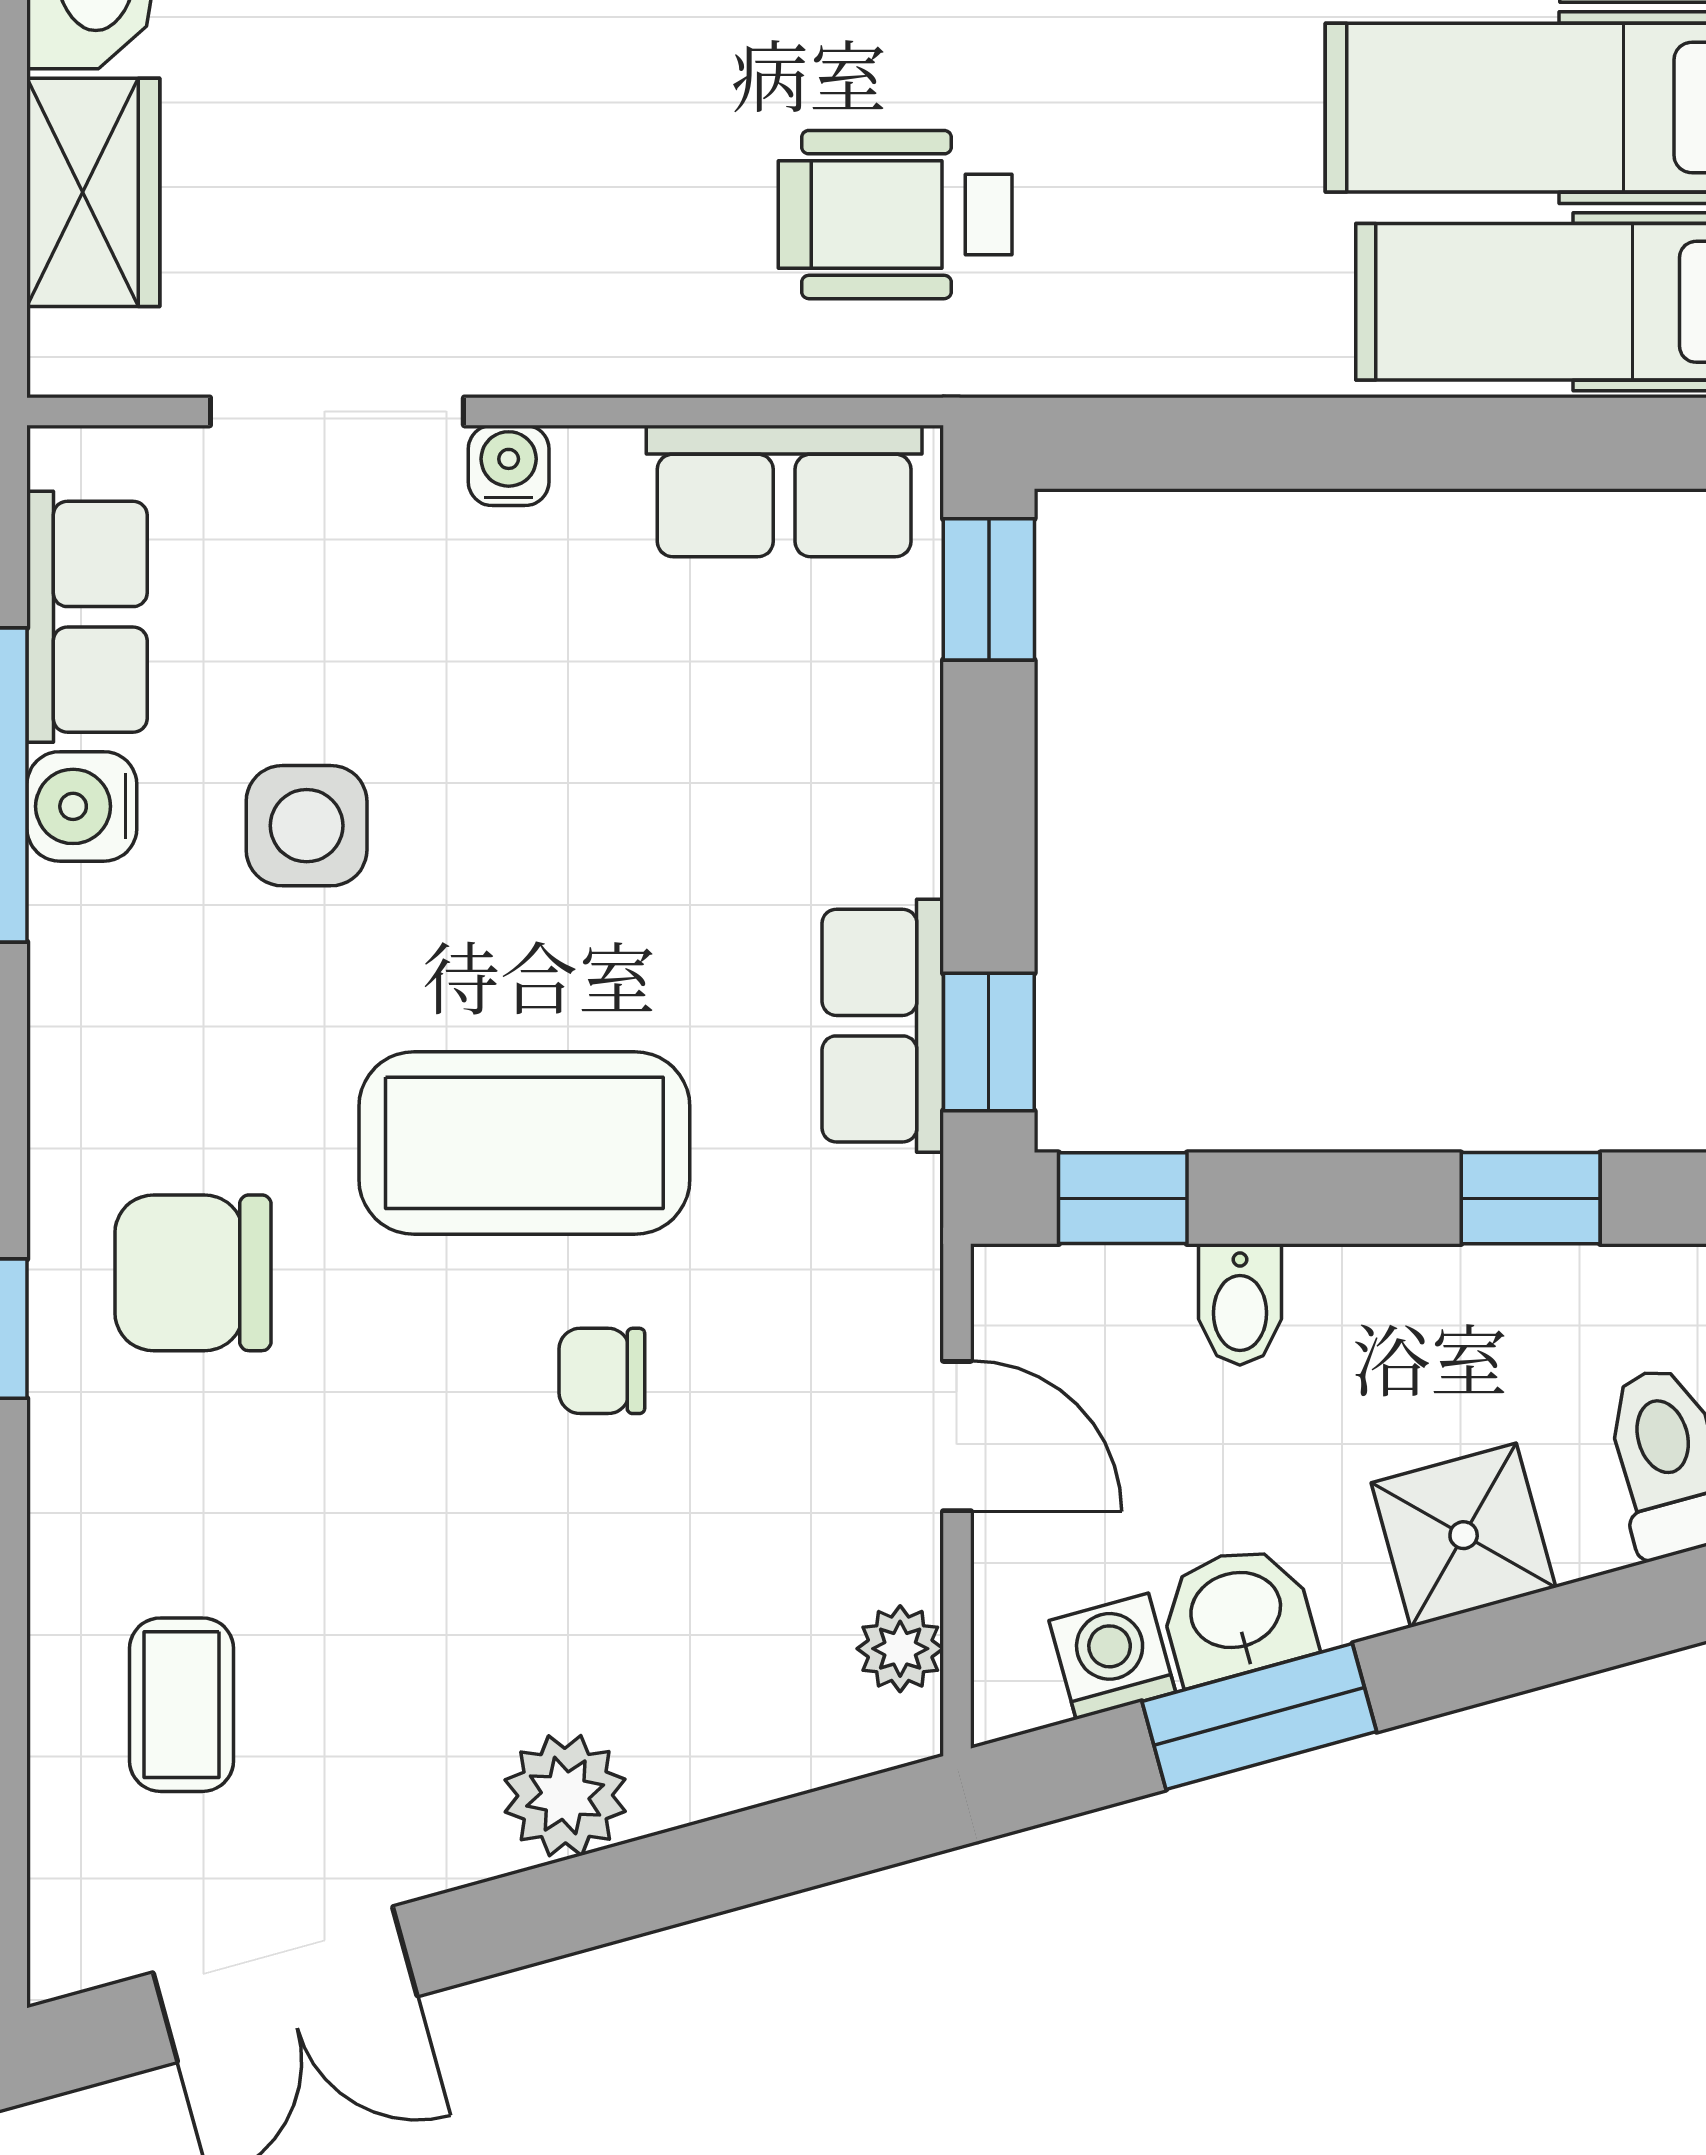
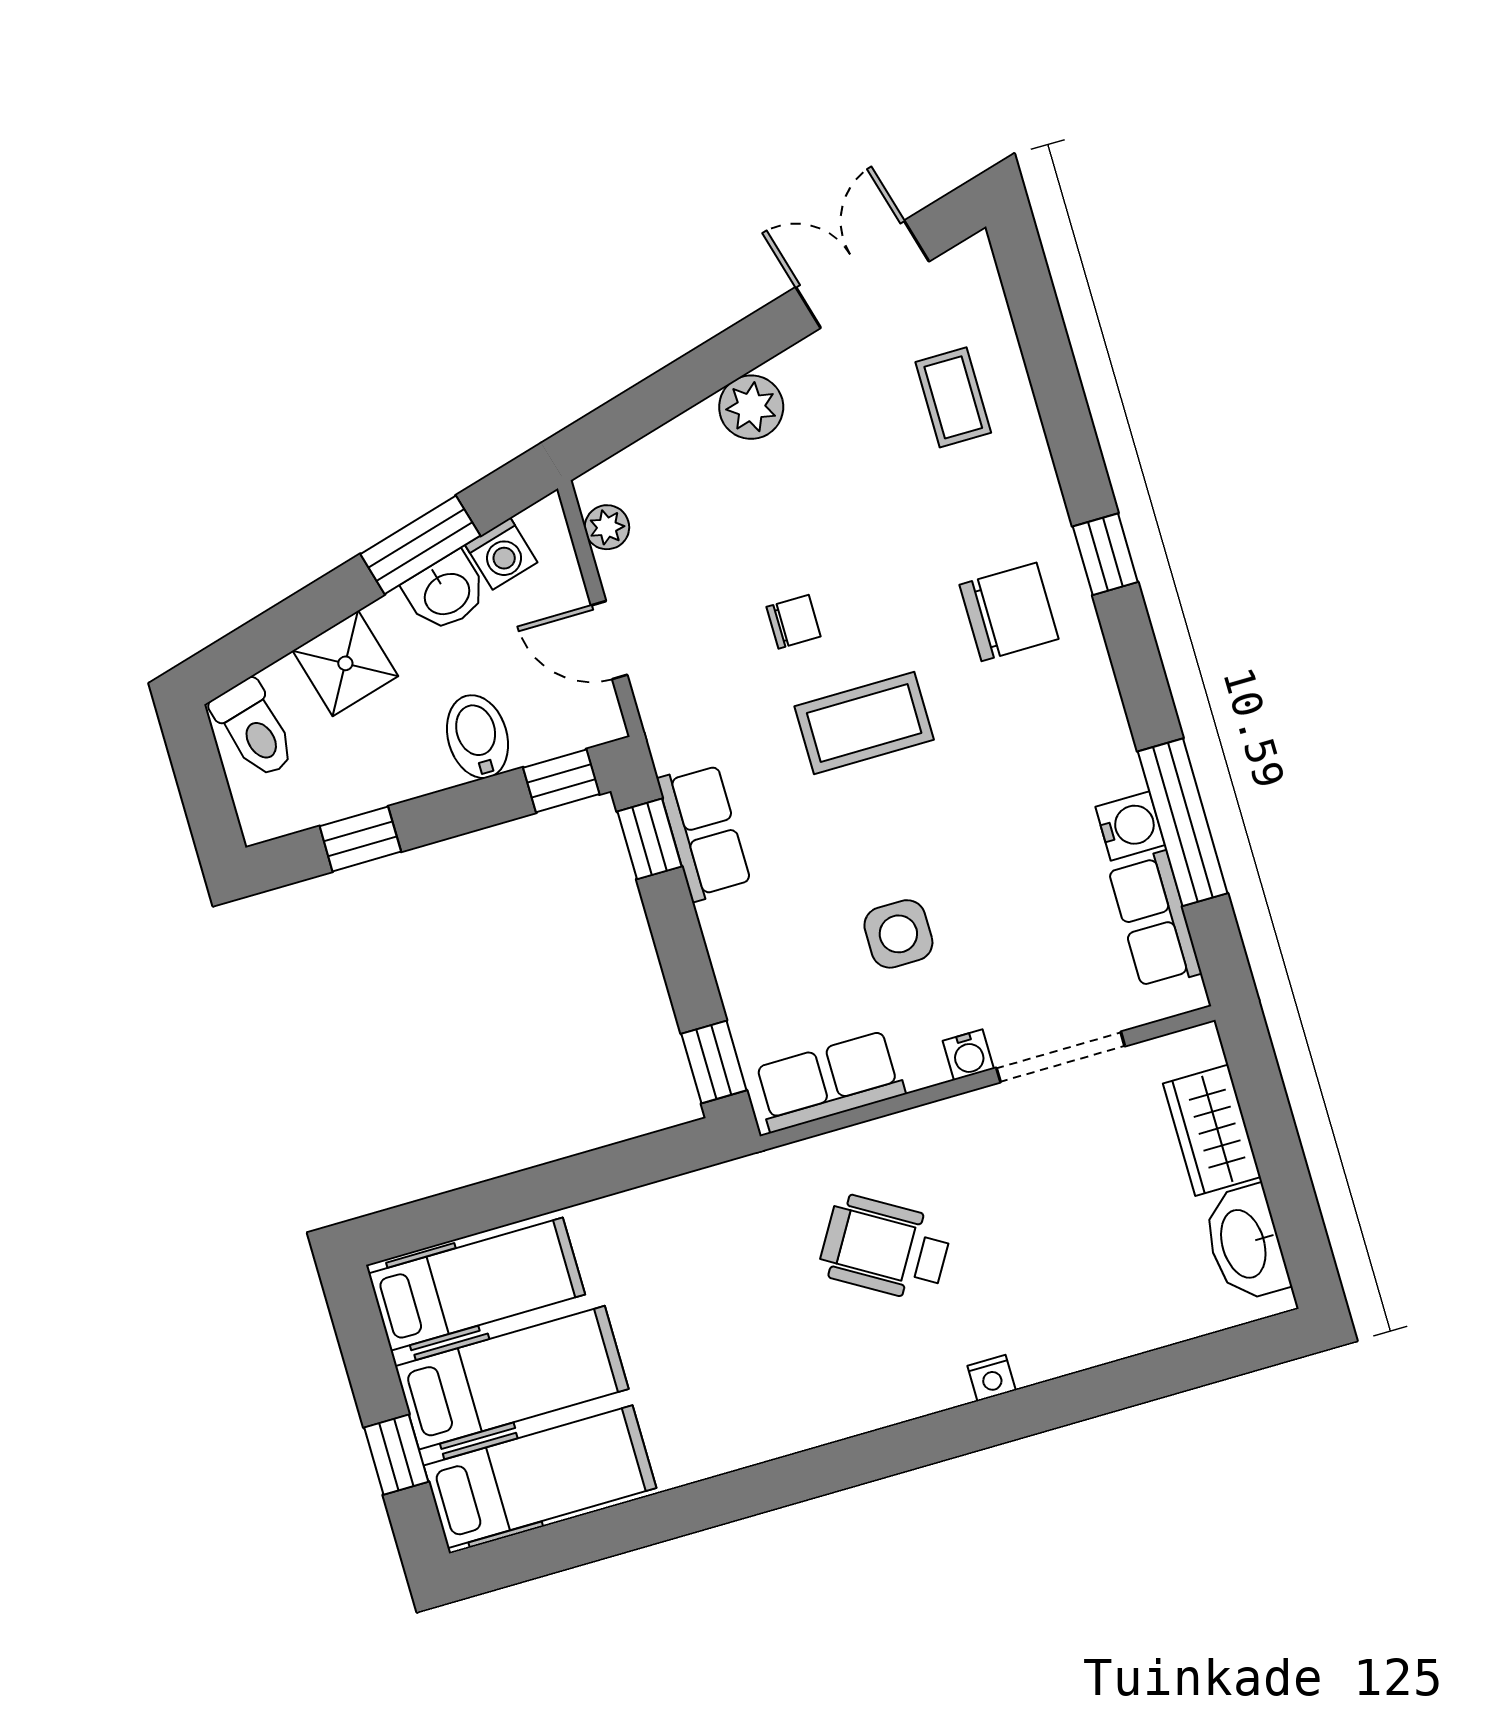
wheelchair: (895, 215) -> (885, 1248), moved, turned -149
side table: (307, 826) -> (898, 934), moved
coffee table: (524, 1143) -> (864, 723), width x0.73, depth x0.76
bidet: (1240, 1304) -> (478, 737), width x1.38, depth x1.36

